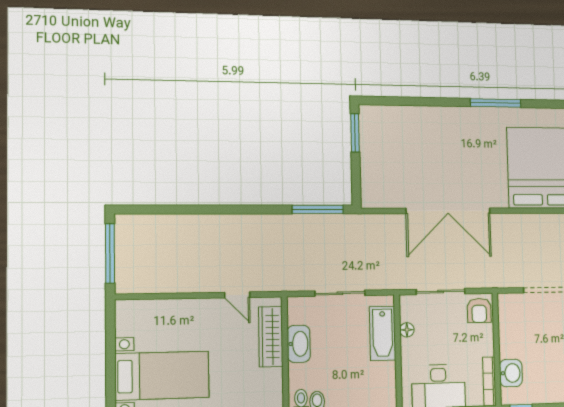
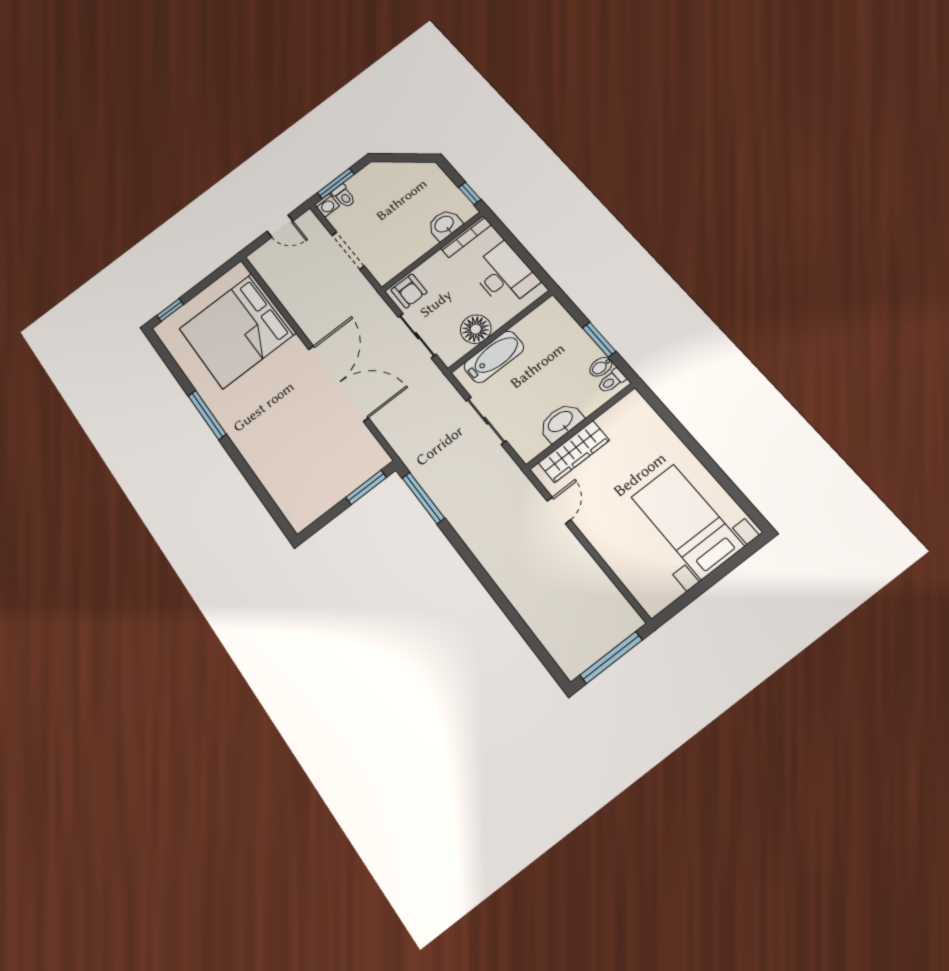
window: (355, 133) -> (366, 487), moved
armchair: (479, 310) -> (409, 291), turned 90
floor lamp: (407, 330) -> (476, 329), width x1.89, depth x1.89

